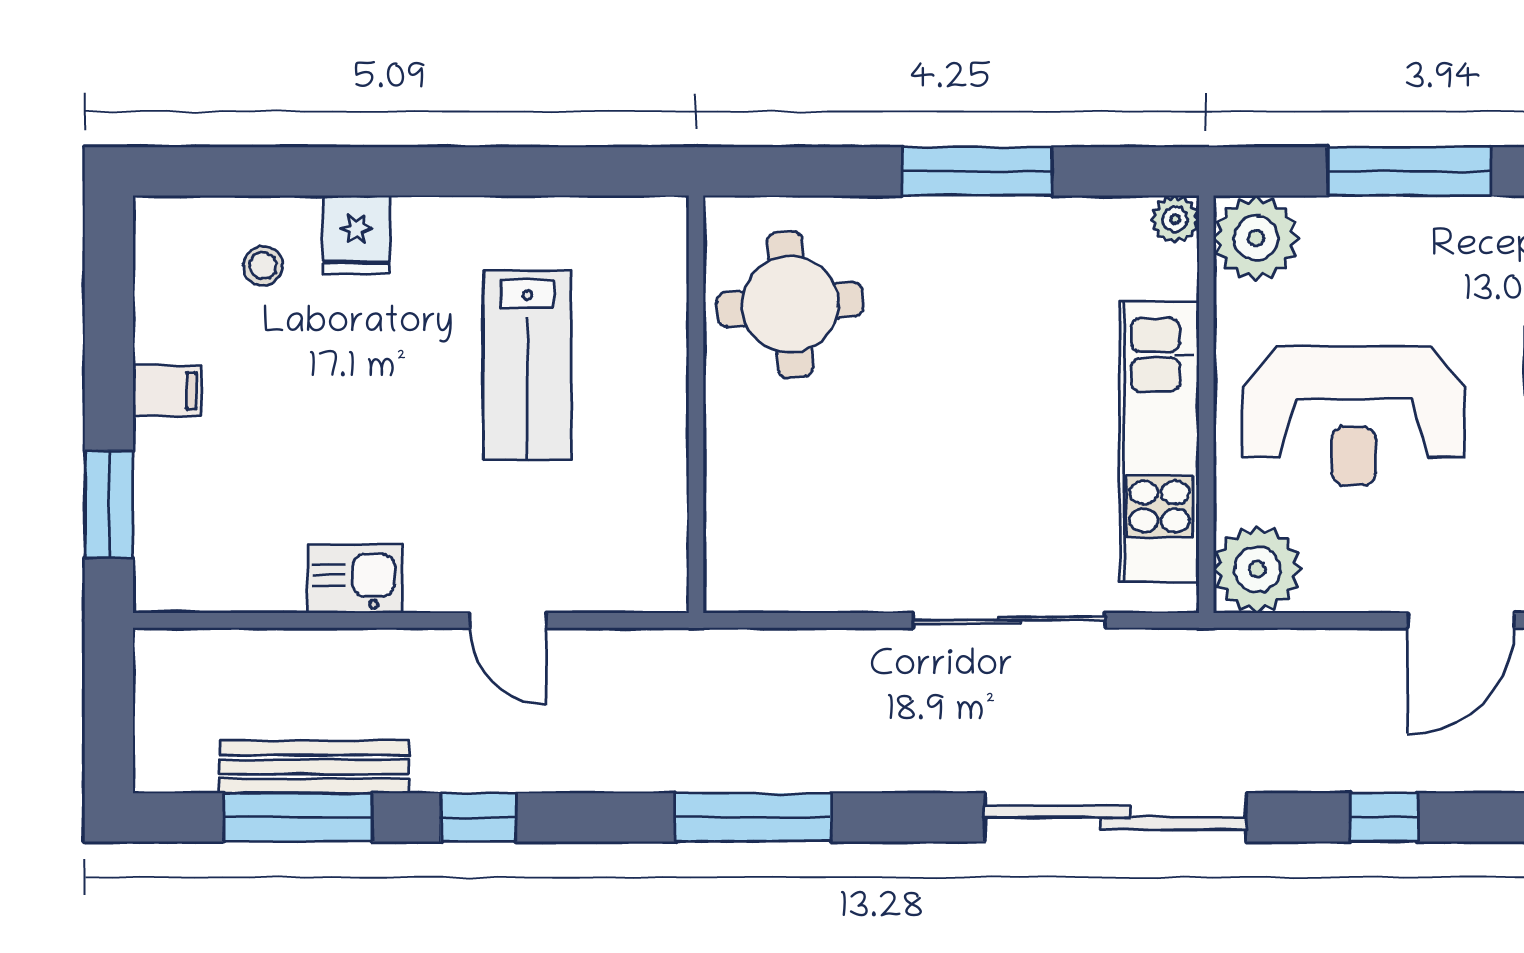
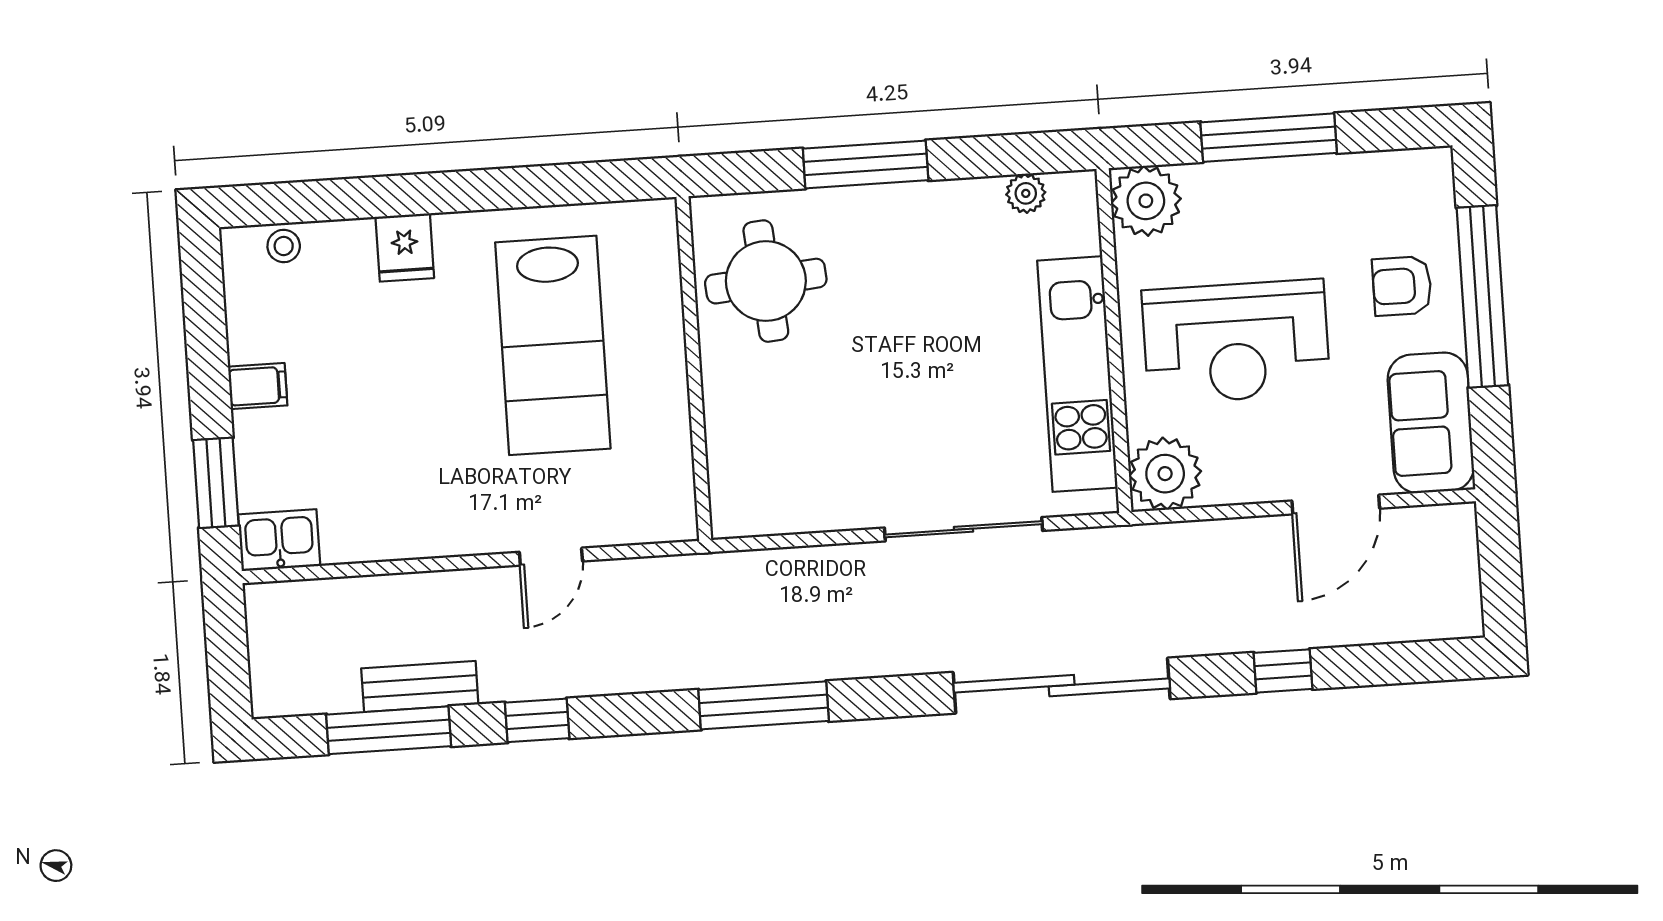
window: (977, 171) -> (866, 164), moved
plant: (1175, 219) -> (1026, 193), moved
stool: (263, 266) -> (284, 246), moved
lab bench: (527, 365) -> (553, 345), width x1.36, depth x1.39
kitchen sink: (355, 579) -> (279, 540), moved
door: (508, 620) -> (551, 557), hinge flipped
bench: (314, 767) -> (420, 686), width x0.73

